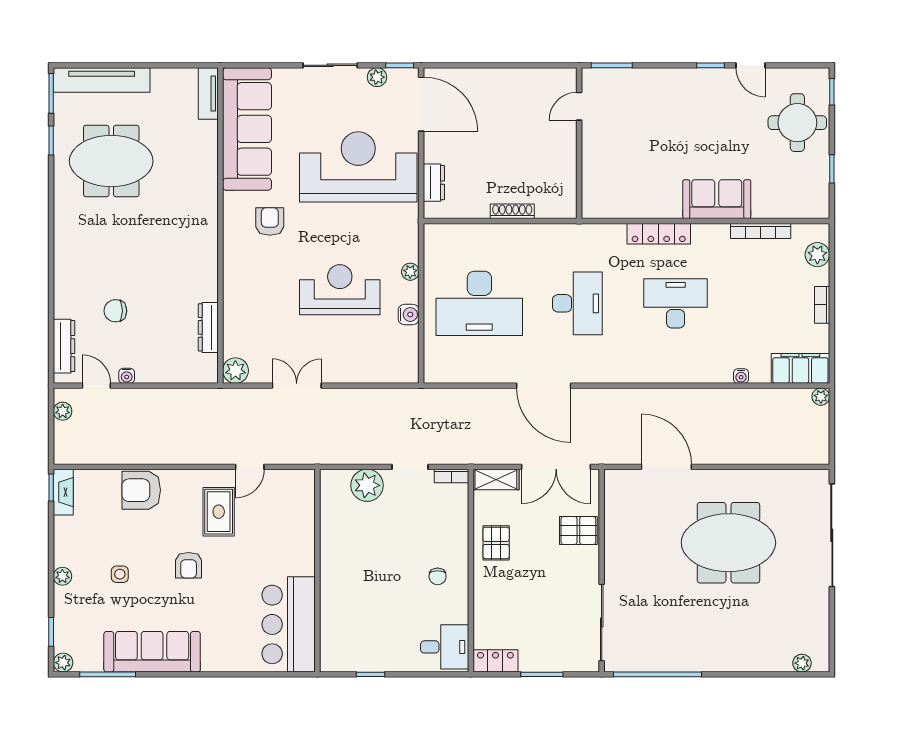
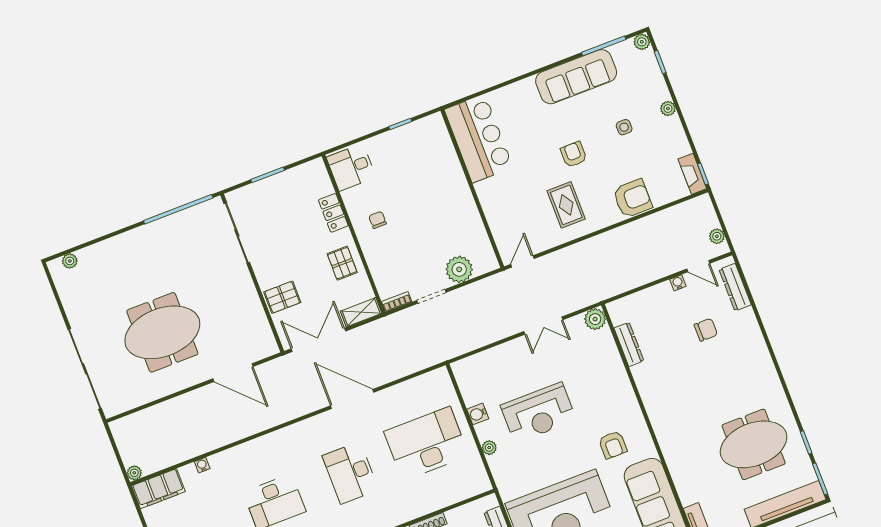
door: (250, 467) -> (522, 261), moved
locker: (495, 661) -> (333, 213), moved, turned 90

